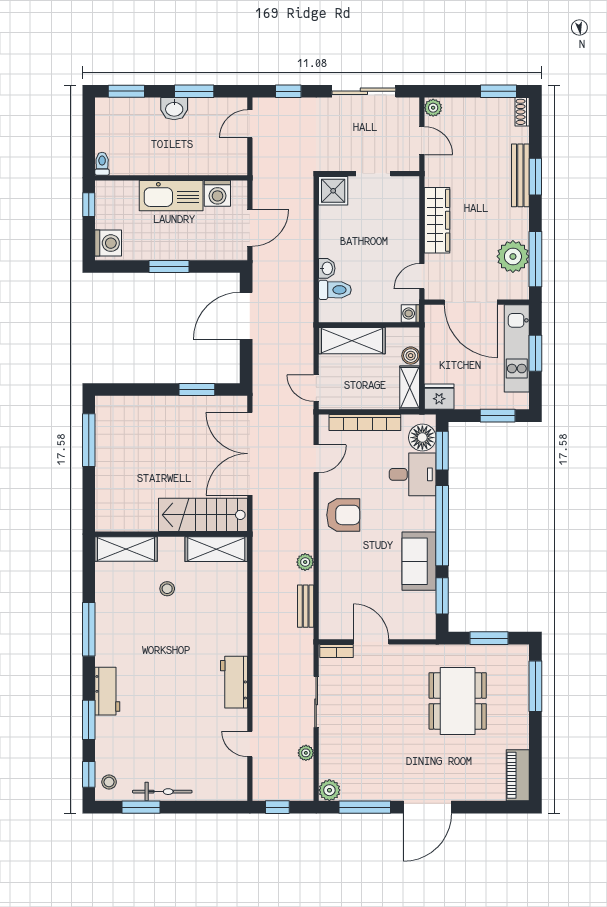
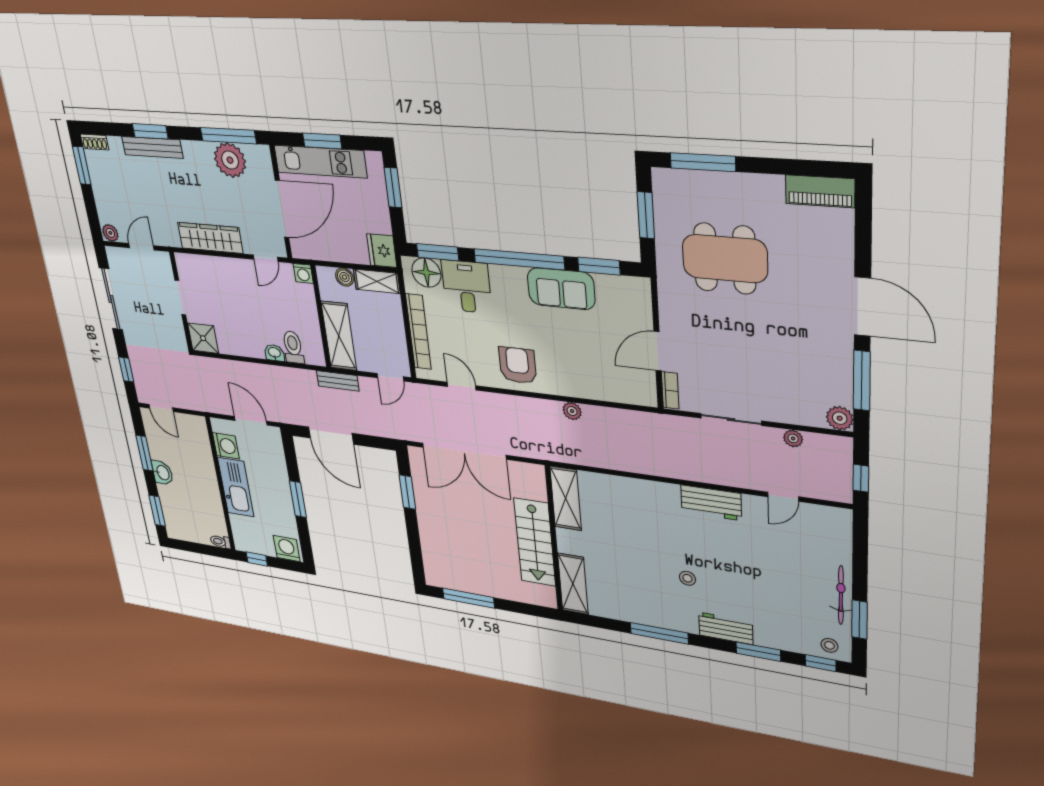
door: (422, 276) -> (266, 258), hinge flipped
stairs: (203, 515) -> (535, 542), moved
stool: (167, 589) -> (687, 578), moved
bench: (306, 606) -> (338, 381), moved

